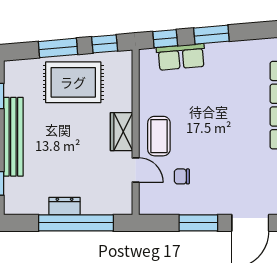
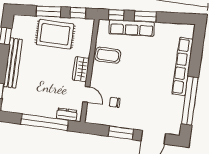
row of seats: (181, 57) -> (132, 28), width x1.48
coffee table: (159, 136) -> (108, 55), moved, turned 90
dresser: (64, 206) -> (67, 115), moved

